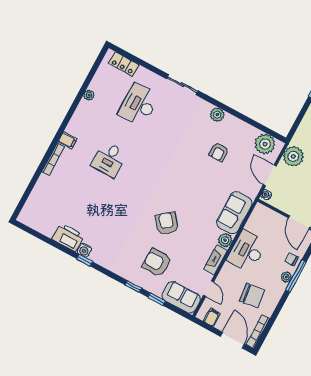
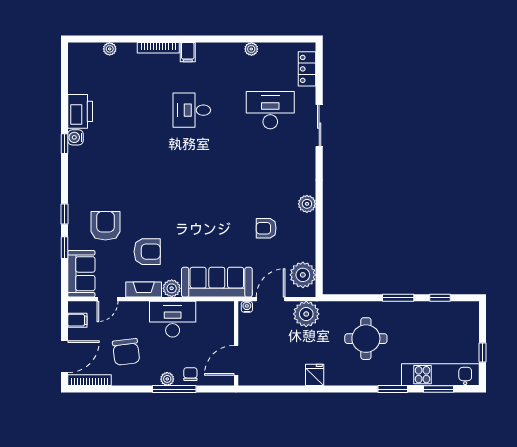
sliding door: (182, 85) -> (319, 126), moved
plant: (36, 193) -> (110, 49), added
sofa: (234, 213) -> (217, 282), width x1.36
armchair: (167, 223) -> (147, 252), moved, turned 39

